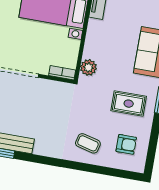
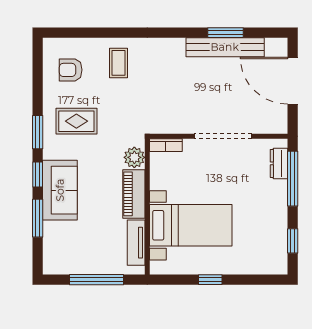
piano: (94, 39) -> (134, 194), added
coffee table: (88, 143) -> (118, 63), turned 76

